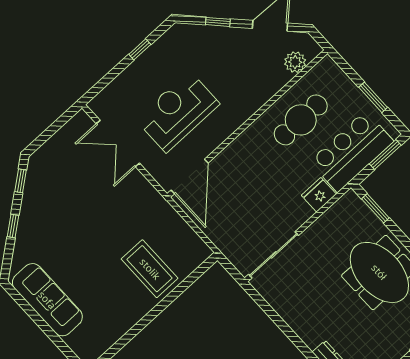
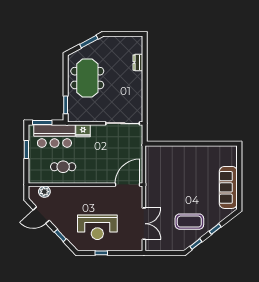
reception desk: (178, 112) -> (97, 227), moved
cafe table: (301, 120) -> (63, 167), width x0.73, depth x0.74
coffee table: (150, 269) -> (189, 222), moved, turned 90

